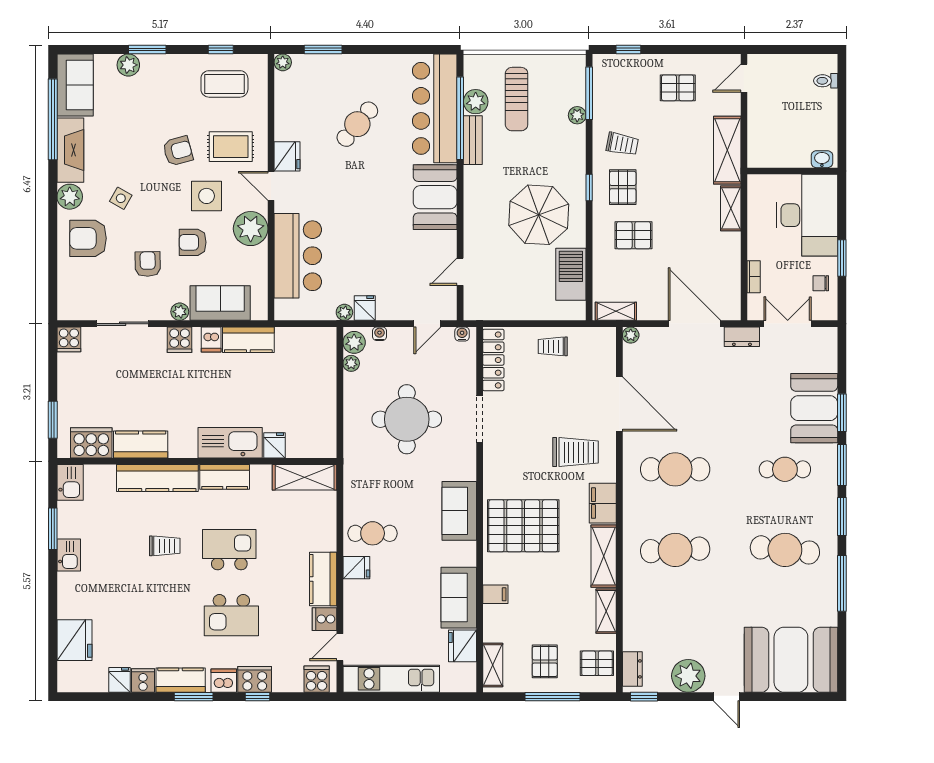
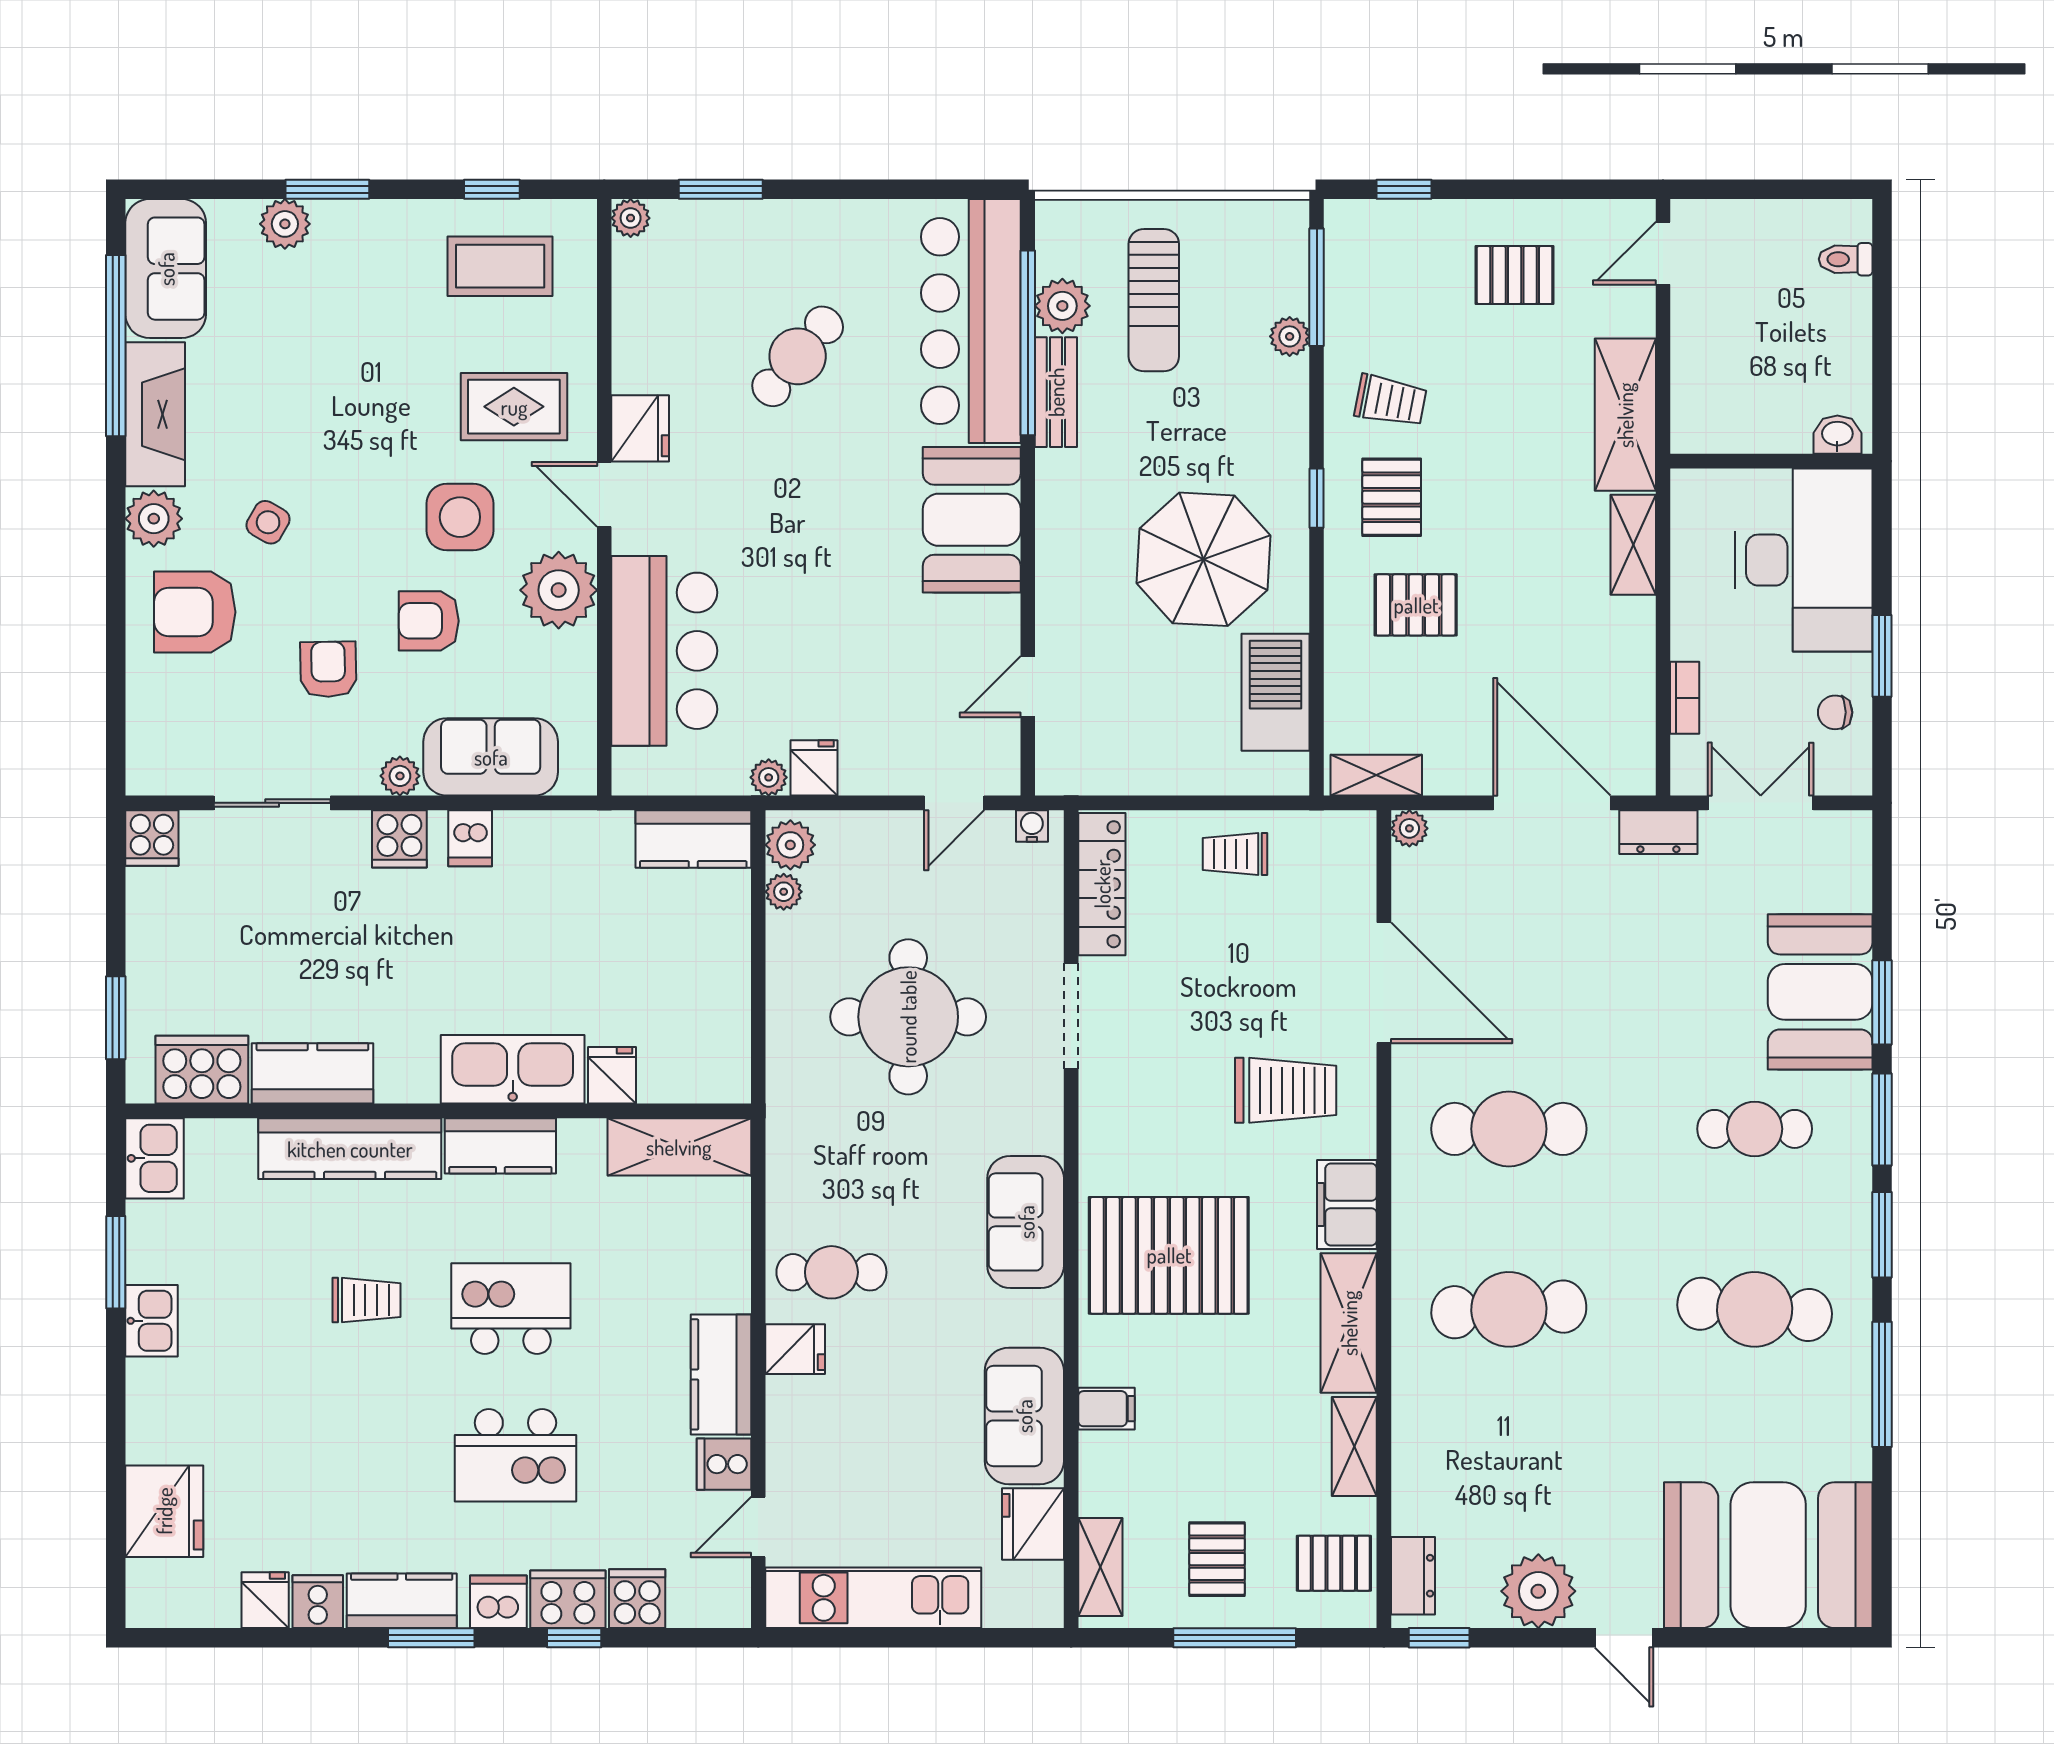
armchair: (178, 151) -> (396, 416), removed
water cooler: (380, 334) -> (847, 825), removed
kitchen counter: (248, 340) -> (693, 839), moved
cooker: (317, 679) -> (637, 1599), moved

